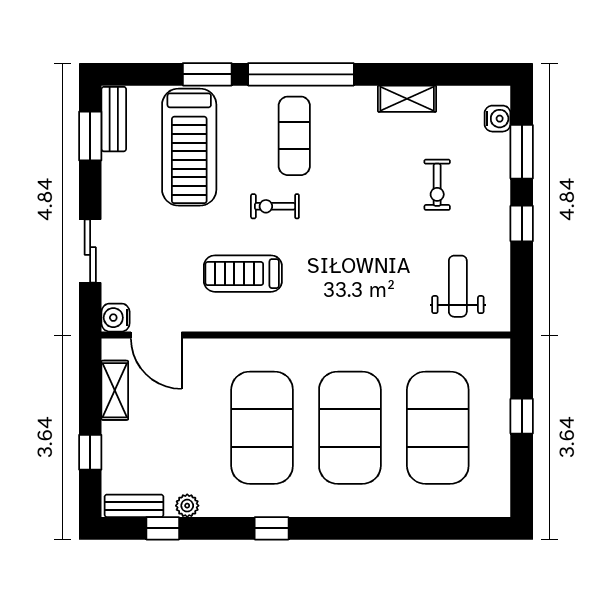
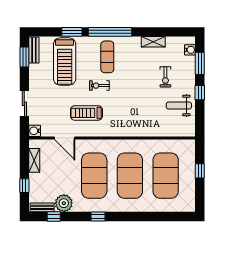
weight bench: (458, 286) -> (179, 106), moved, turned -90
door: (156, 335) -> (65, 138), moved
plant: (187, 506) -> (64, 203), width x1.88, depth x1.88

